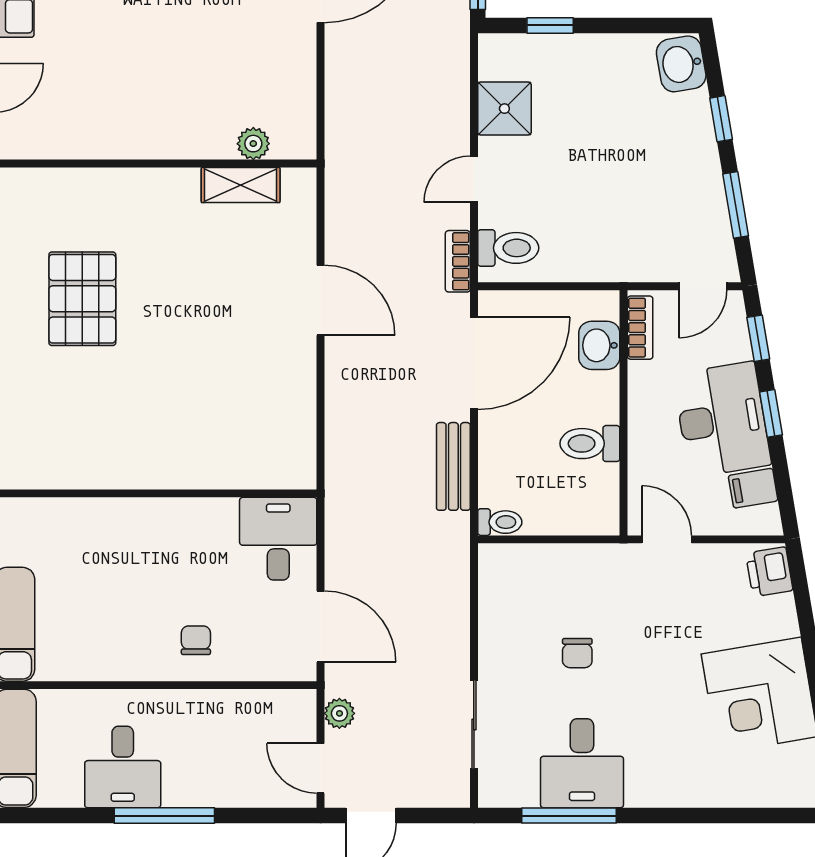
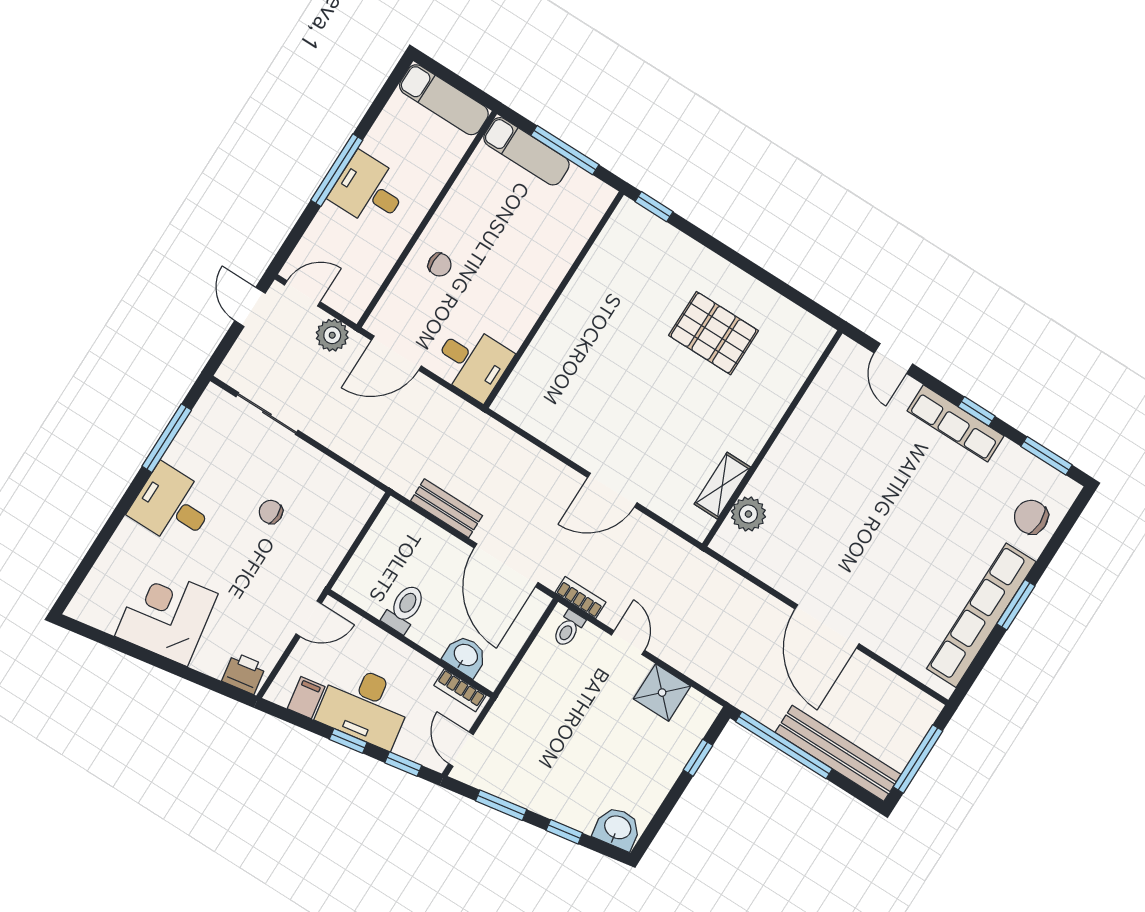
plant: (253, 144) -> (748, 514), width x1.38, depth x1.38
toilet: (508, 248) -> (568, 629), width x0.73, depth x0.72
toilet: (500, 522) -> (390, 516), removed
plant: (339, 713) -> (332, 335), width x1.38, depth x1.38
desk: (582, 763) -> (172, 506), moved
desk: (123, 767) -> (369, 191), moved

